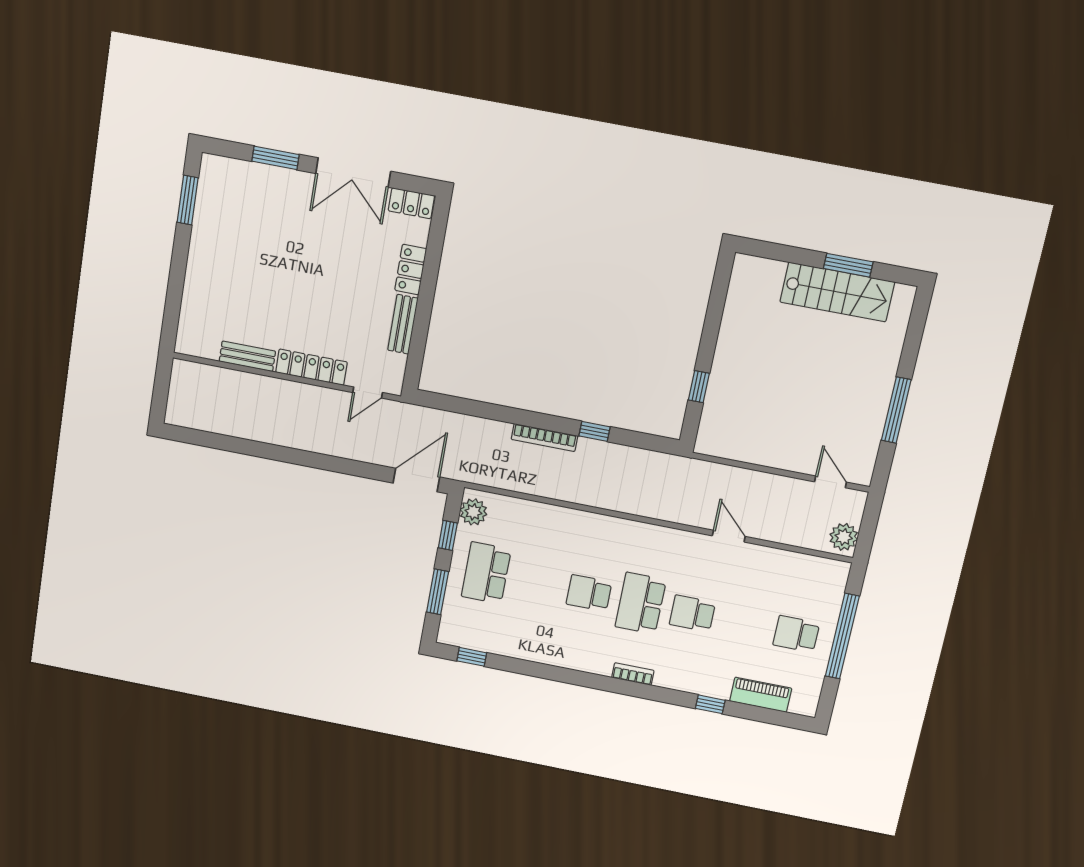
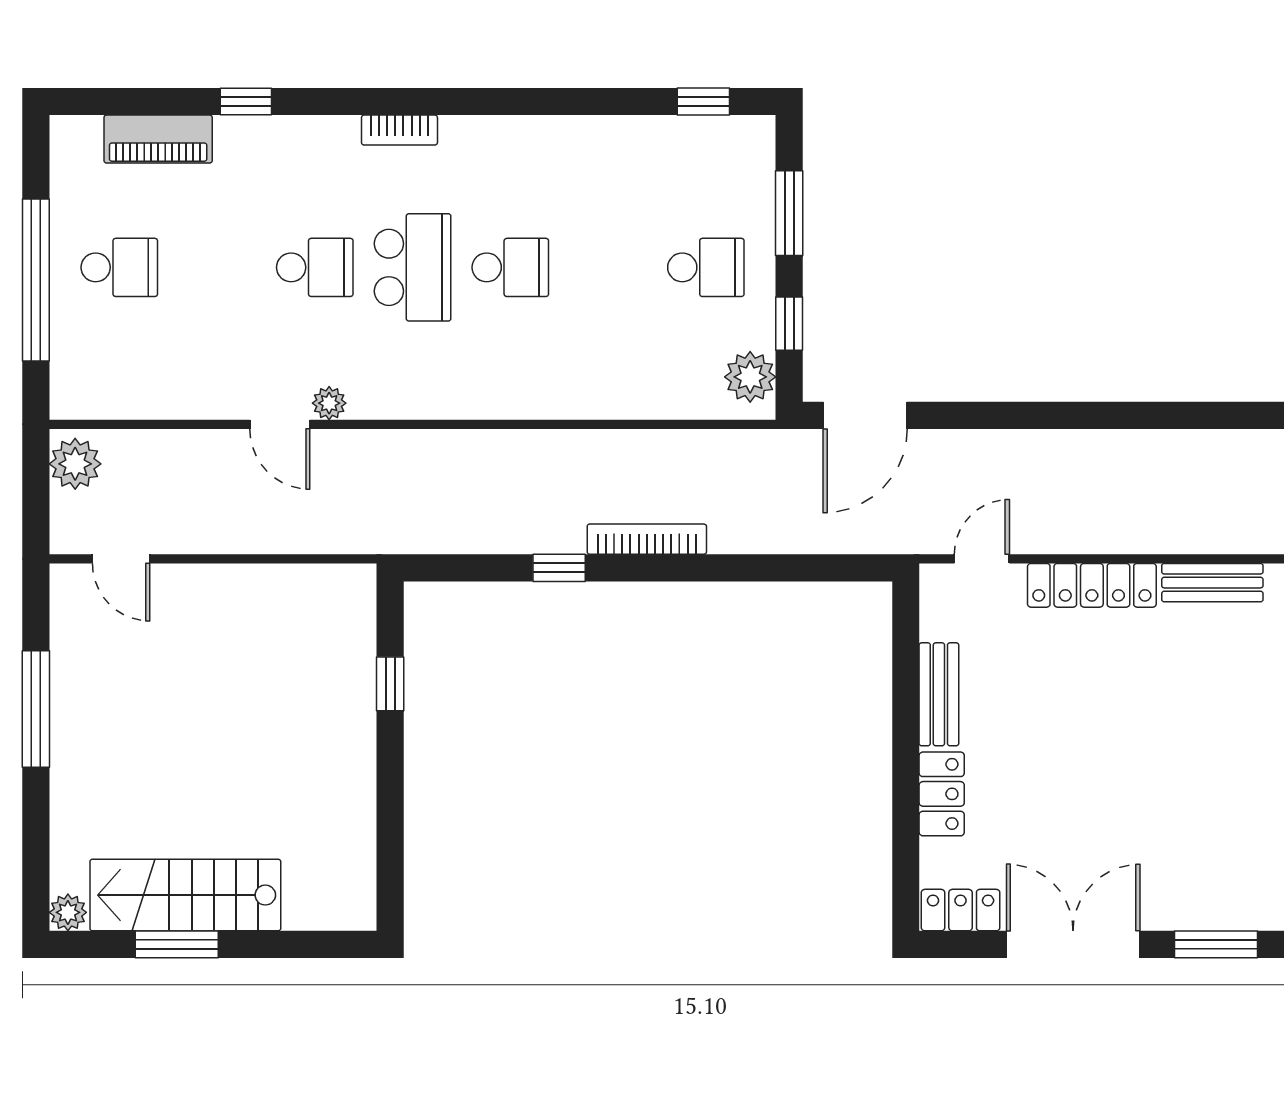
plant: (905, 295) -> (68, 912), added
plant: (700, 542) -> (329, 403), added
school desk: (486, 573) -> (706, 267), width x0.54

